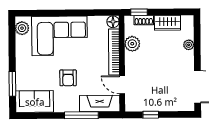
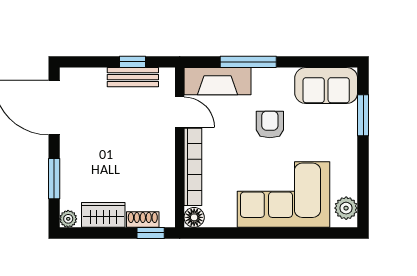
plant: (132, 44) -> (162, 180), removed
window: (197, 44) -> (54, 179), added
plant: (189, 45) -> (68, 219), moved
bench: (150, 106) -> (133, 77), added

